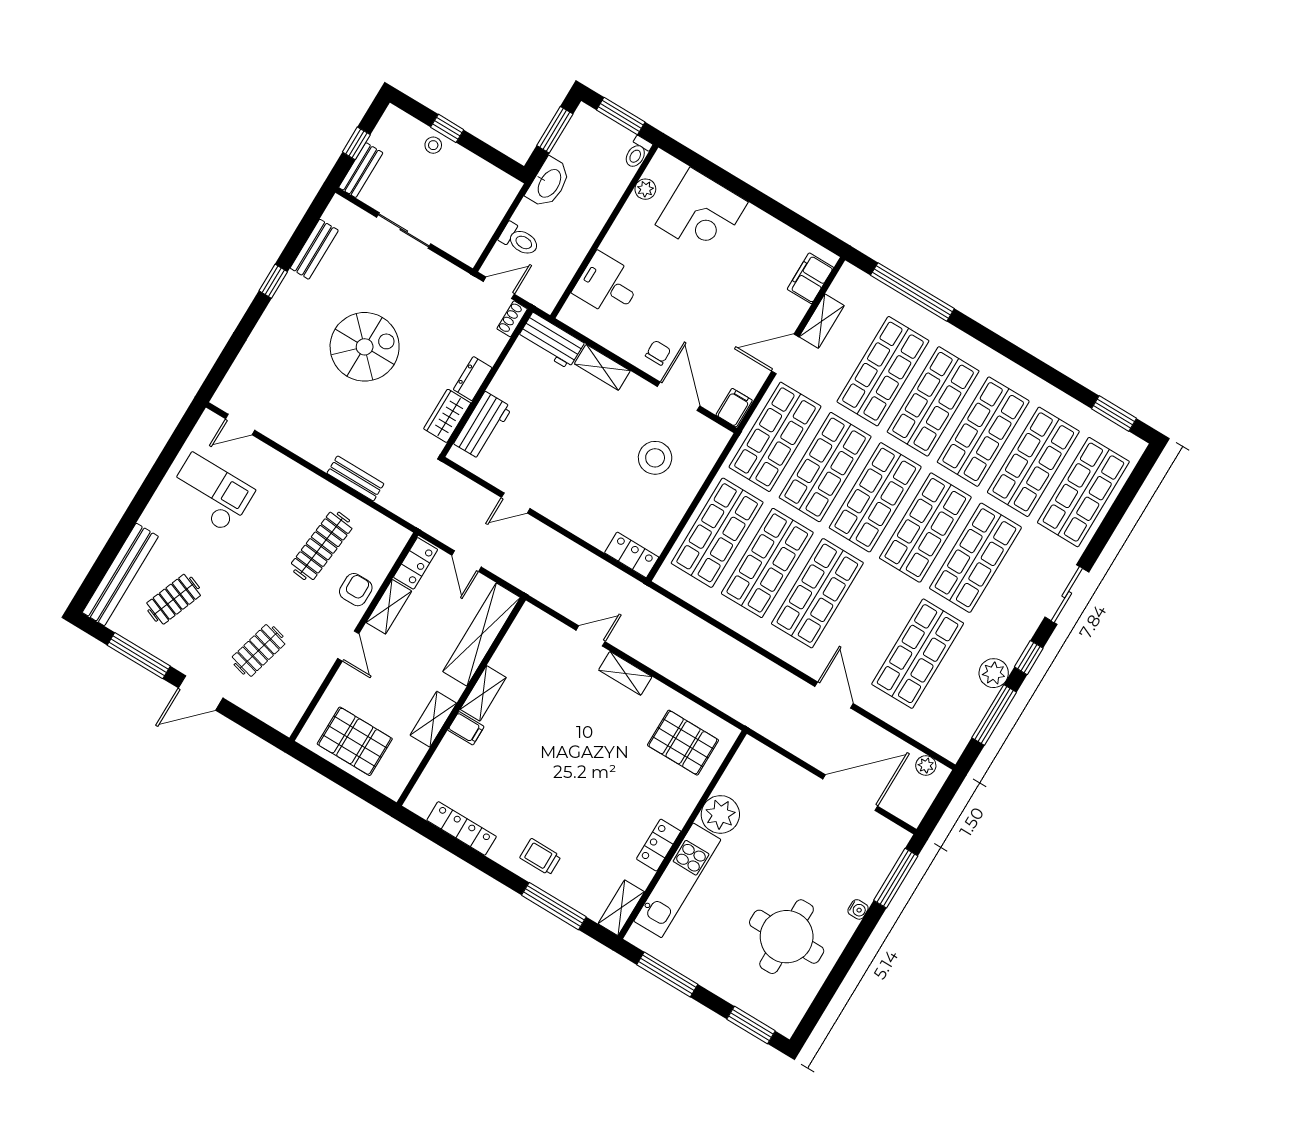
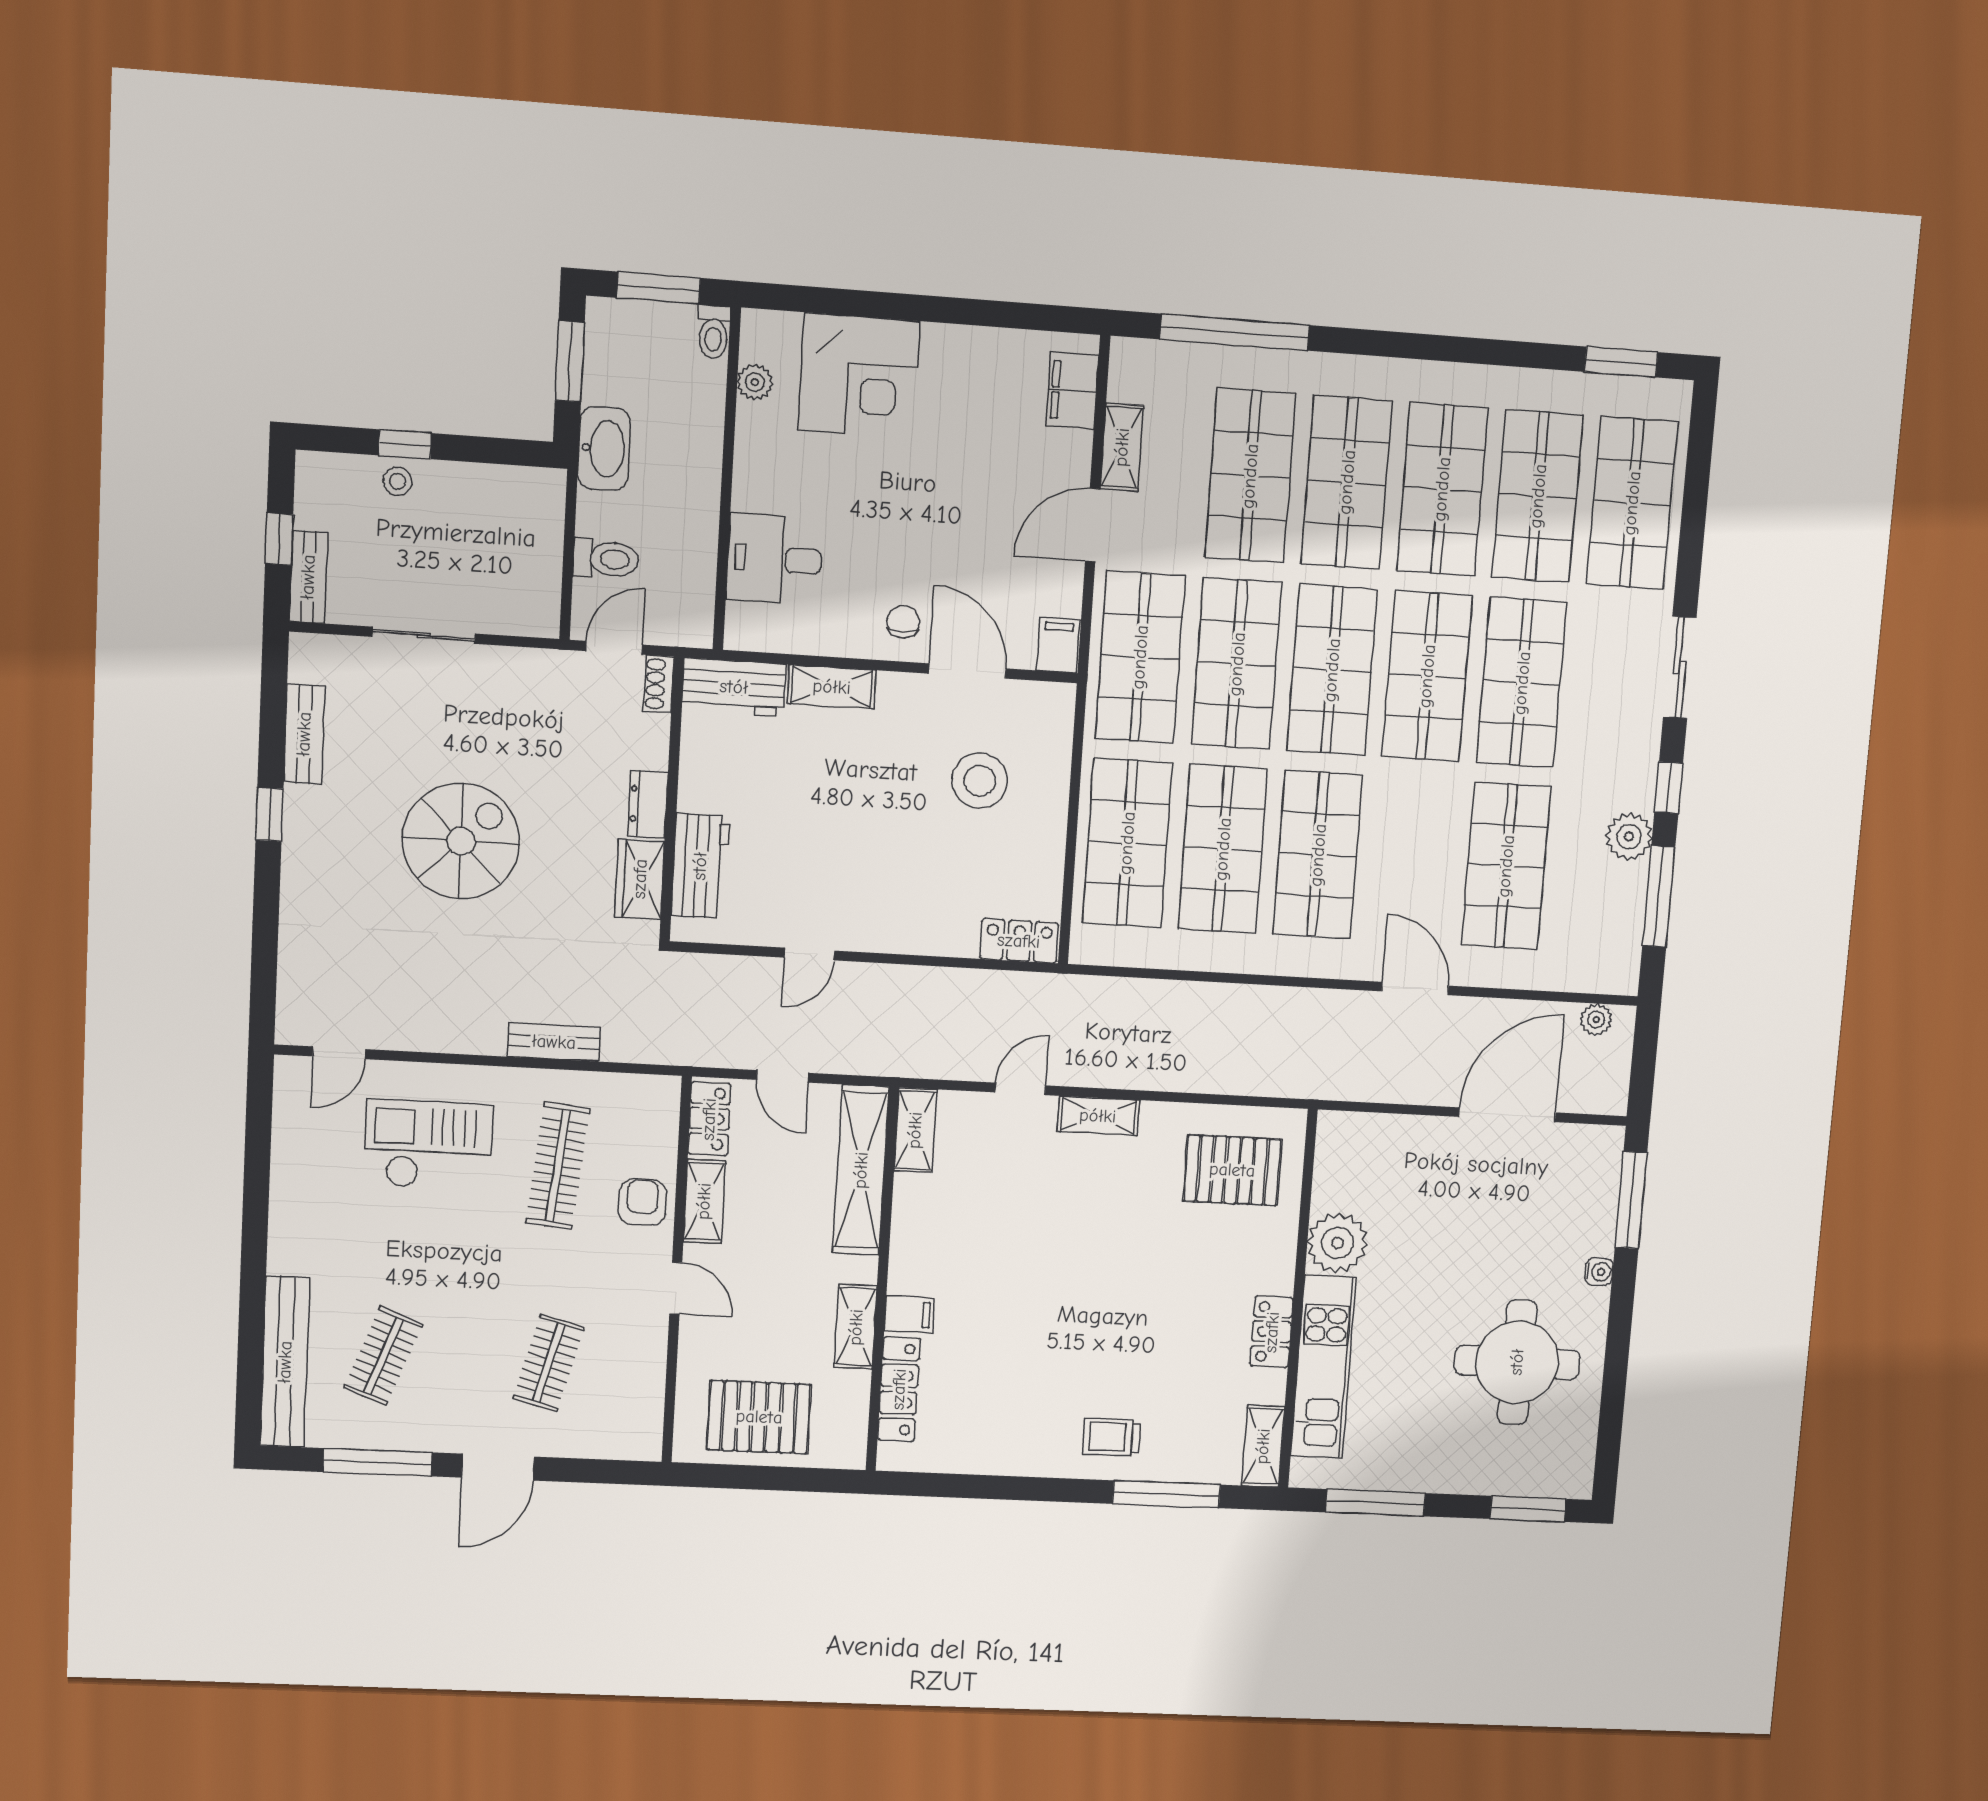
checkout: (211, 493) -> (428, 1145), moved
shelving: (483, 693) -> (915, 1130), moved
locker: (462, 828) -> (899, 1389), moved, turned 90

